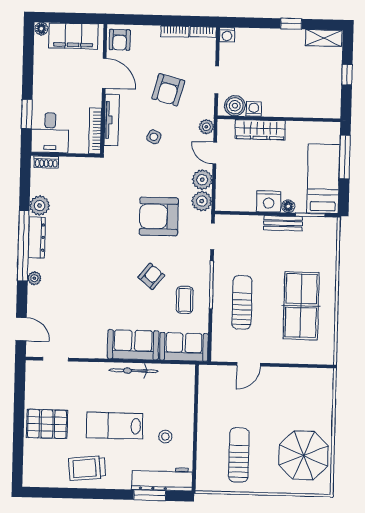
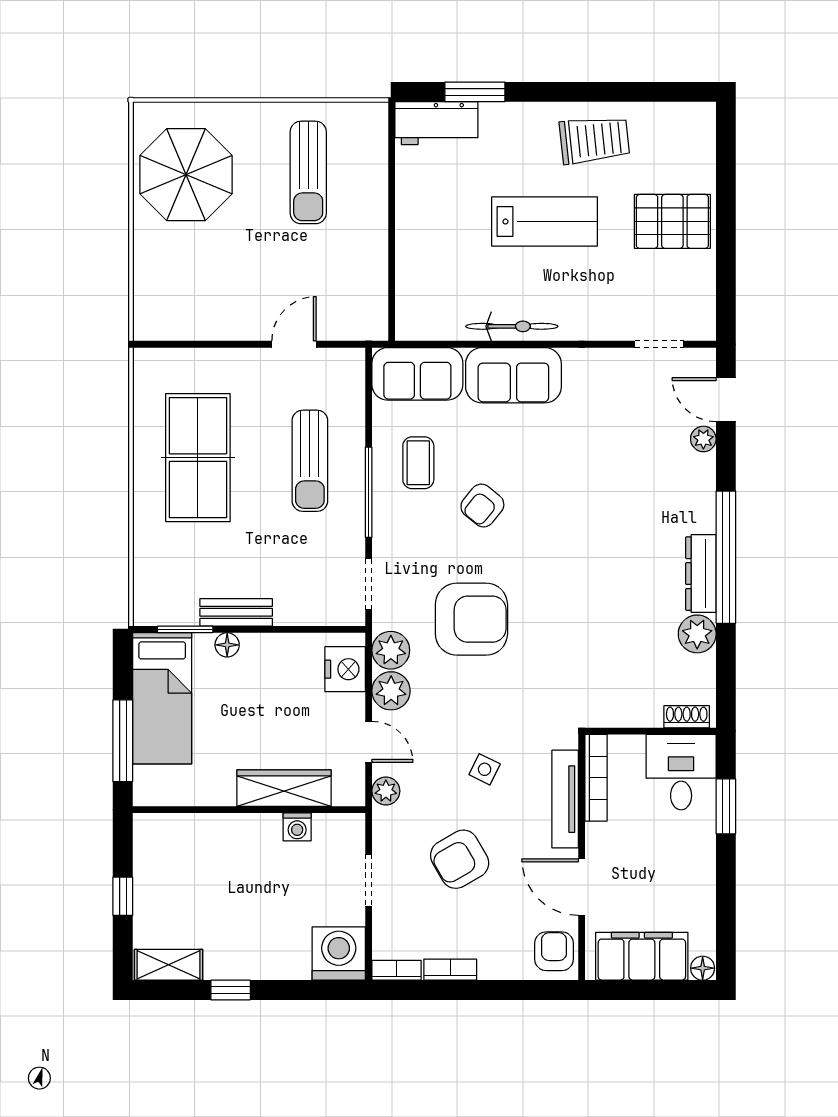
washing machine: (227, 35) -> (339, 954), width x1.89, depth x1.89
armchair: (168, 90) -> (460, 859), turned -135
boiler: (235, 106) -> (333, 832), removed
nightstand: (269, 201) -> (345, 669), moved, turned 90
plant: (34, 278) -> (703, 439), moved
stool: (165, 436) -> (448, 204), removed
workbench: (162, 479) -> (436, 123), width x0.73

